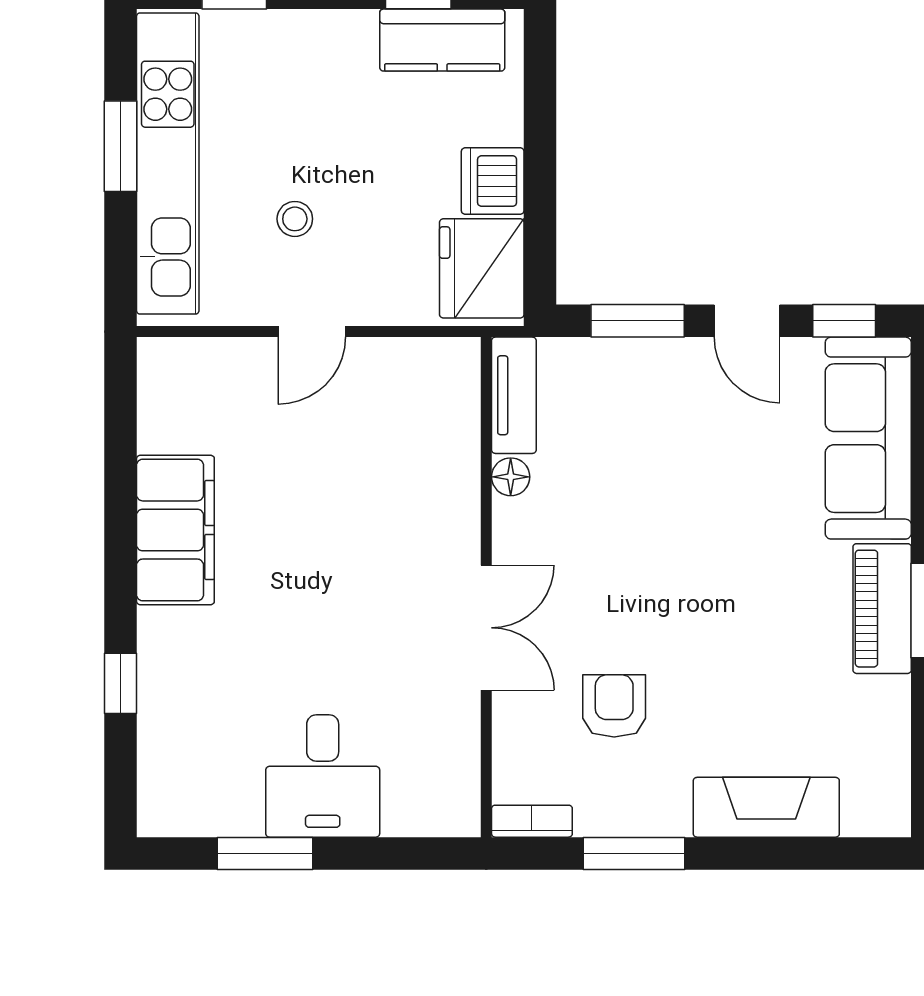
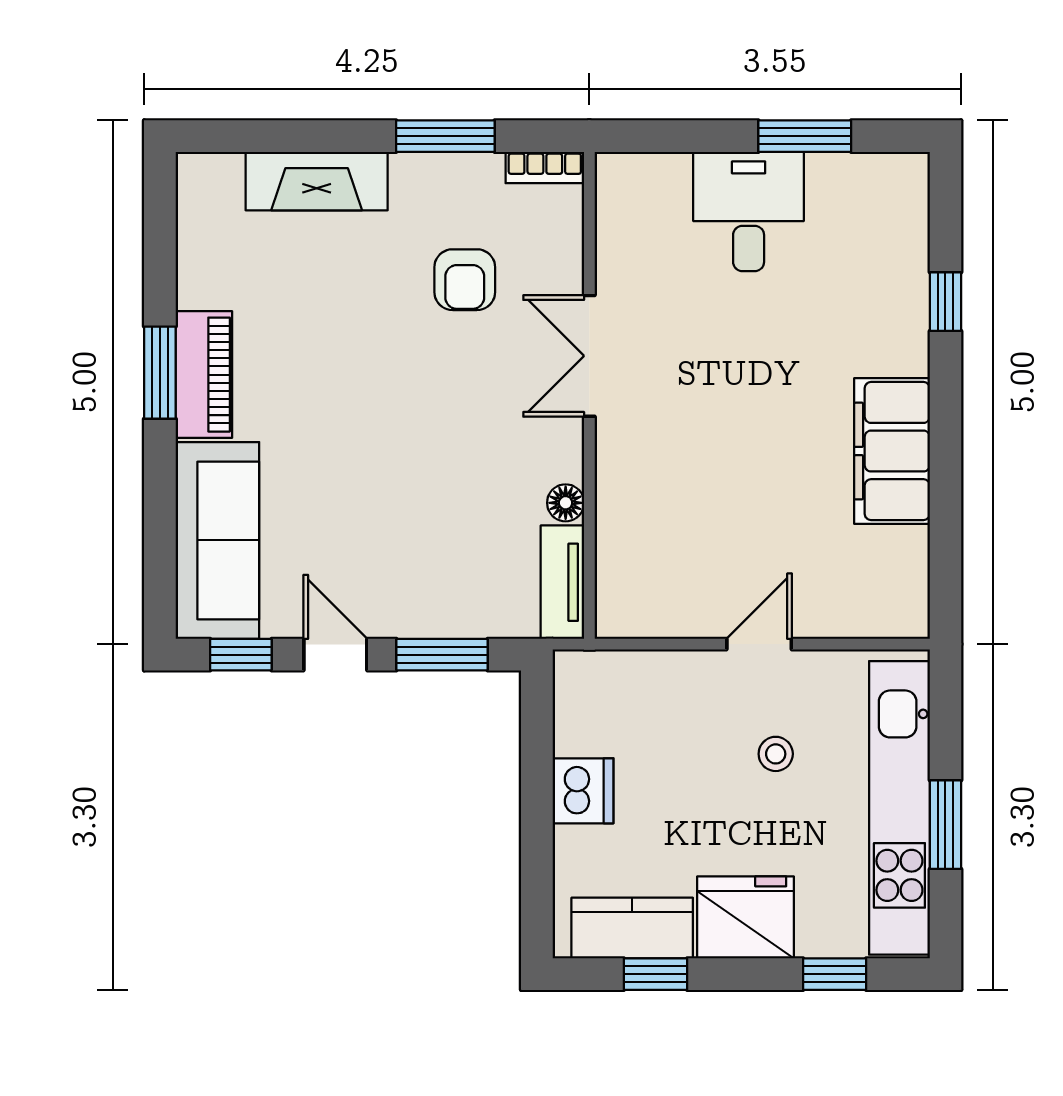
fridge: (482, 268) -> (745, 917), moved, turned -90

